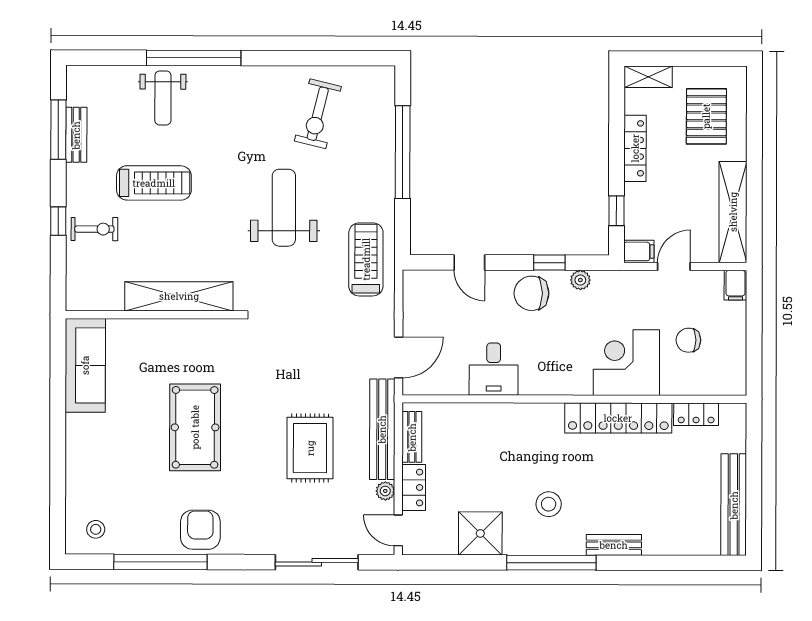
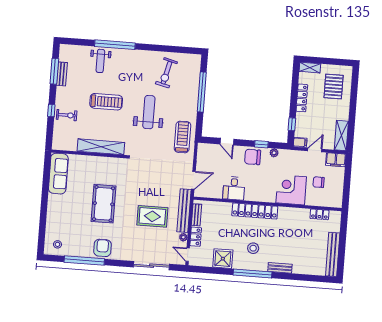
treadmill: (154, 183) -> (106, 102), moved
shelving: (733, 212) -> (341, 135), width x0.68
filing cabinet: (735, 285) -> (336, 160), width x2.00
locker: (618, 418) -> (255, 211), moved
rug: (310, 448) -> (152, 216), turned 90

